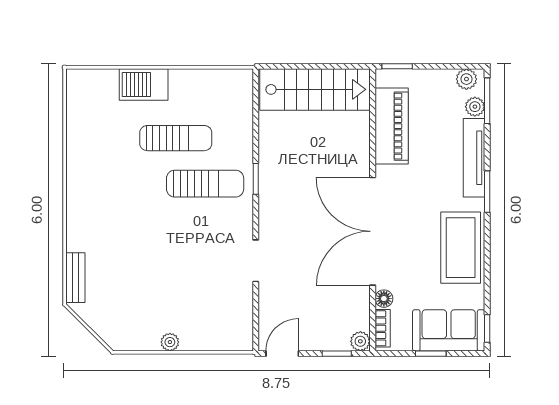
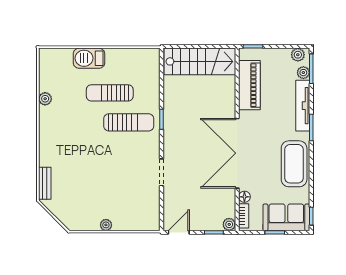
sun lounger: (176, 138) -> (110, 93), turned 180
plant: (76, 147) -> (45, 99), added

